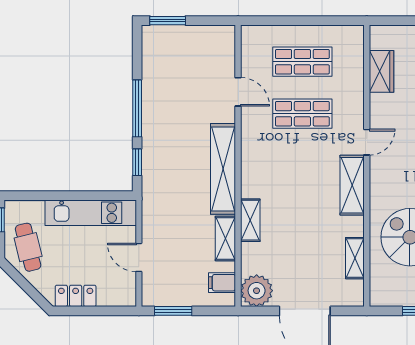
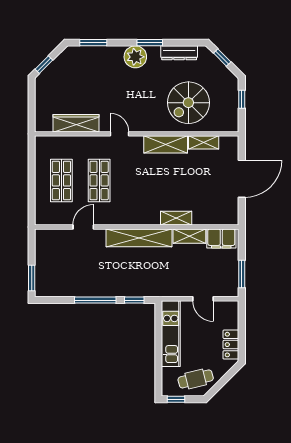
wardrobe: (382, 71) -> (76, 123), width x1.50
shelving: (352, 185) -> (166, 144), moved
door: (139, 257) -> (203, 299), hinge flipped
filing cabinet: (222, 283) -> (221, 239), width x2.00
plant: (257, 291) -> (227, 214), removed

